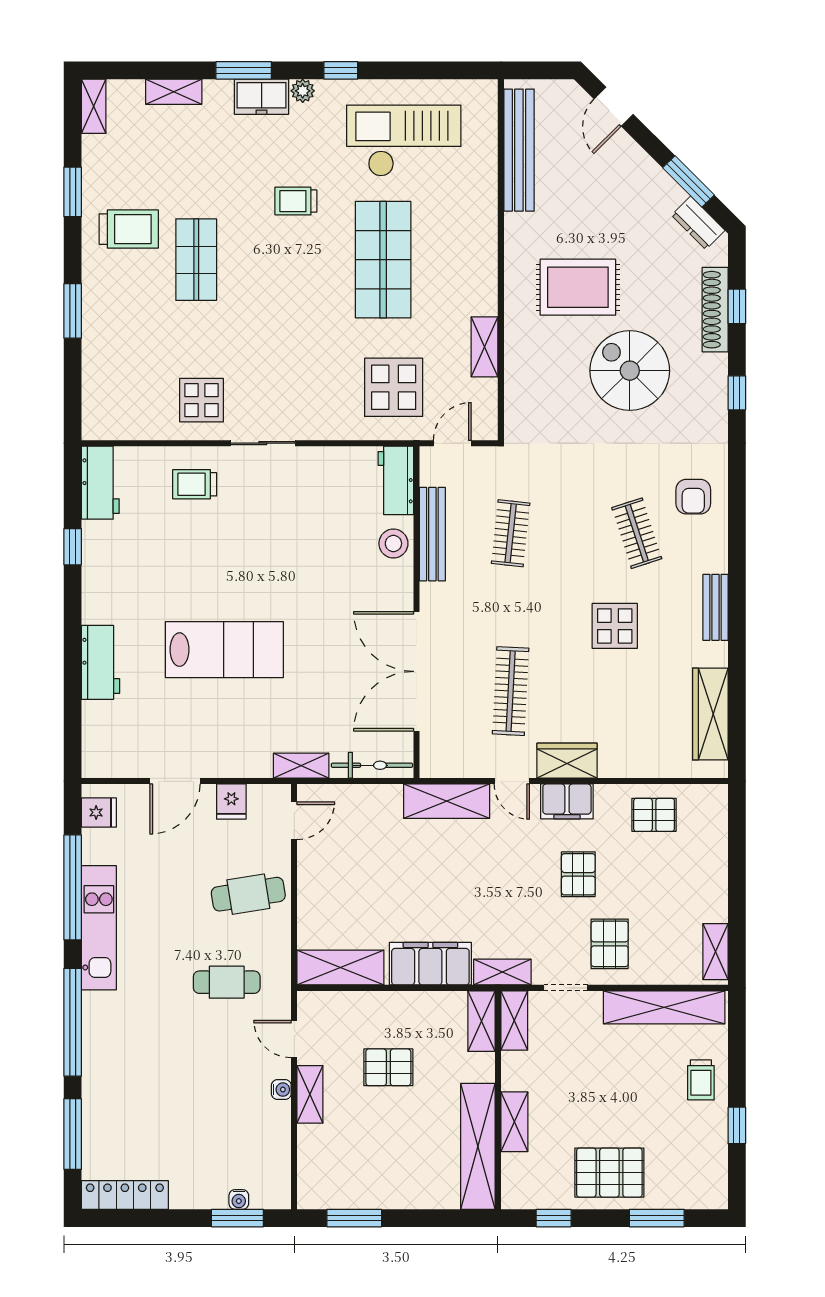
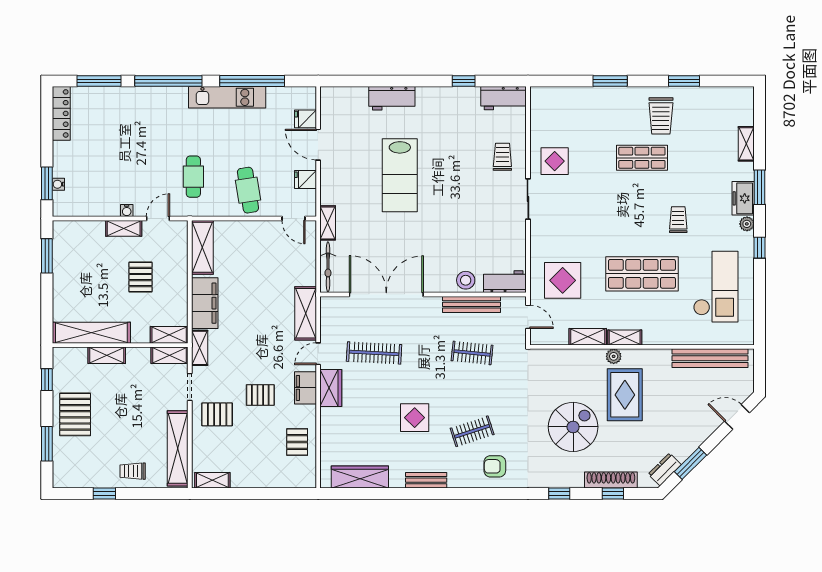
shelving: (94, 106) -> (625, 338), moved
plant: (516, 305) -> (614, 356), added
fridge: (99, 812) -> (306, 119), moved, turned 90

